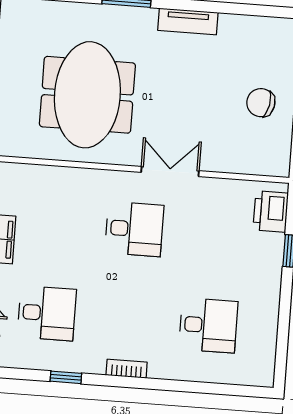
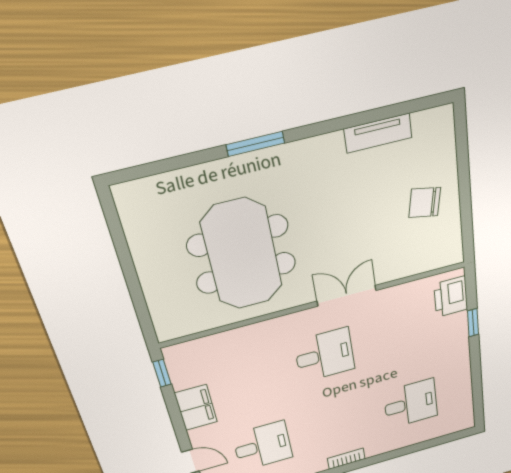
tv unit: (188, 21) -> (378, 133), moved

